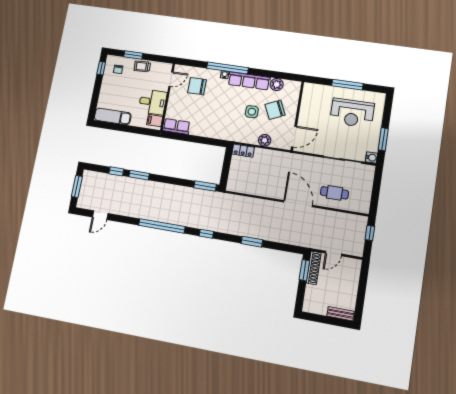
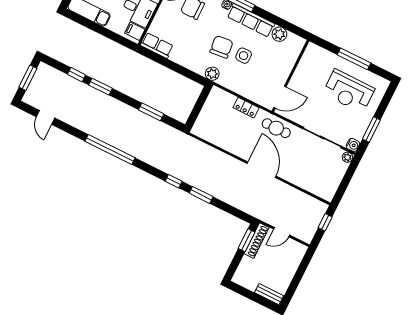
chair: (275, 110) -> (221, 47), moved, turned 109
plant: (265, 140) -> (212, 74), moved
locker: (243, 151) -> (246, 108), moved
plant: (370, 170) -> (347, 157), added
window: (205, 186) -> (151, 112), moved
cafe table: (334, 193) -> (276, 128), moved
door: (100, 215) -> (46, 117), hinge flipped
window: (206, 234) -> (174, 181), moved

